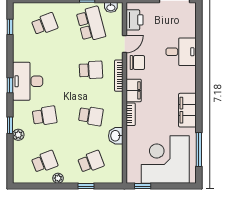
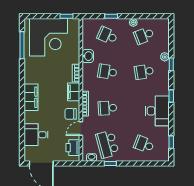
school desk: (45, 24) -> (144, 144), turned 42
desk: (181, 52) -> (36, 135), moved
desk: (28, 81) -> (157, 111), moved
filing cabinet: (187, 110) -> (31, 97), moved
school desk: (91, 162) -> (107, 35), turned 45

